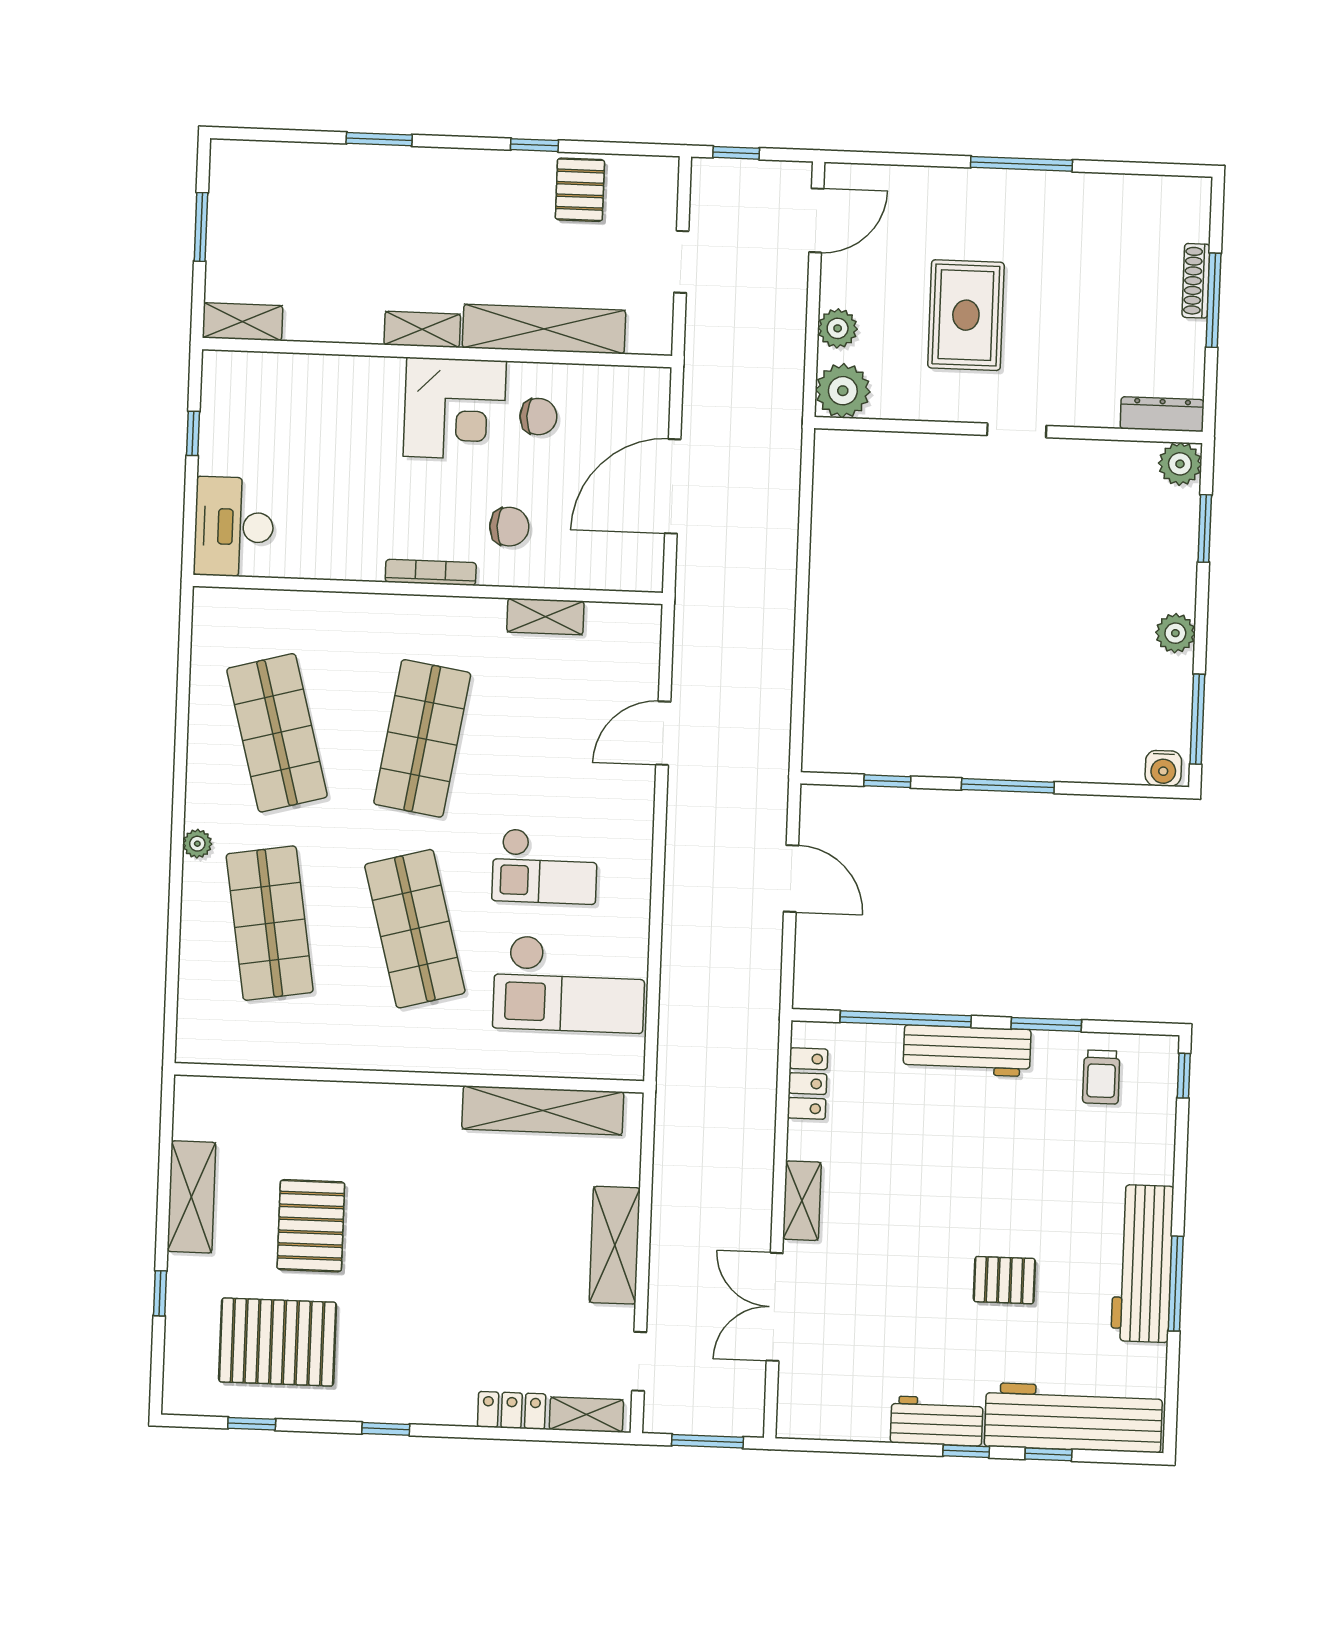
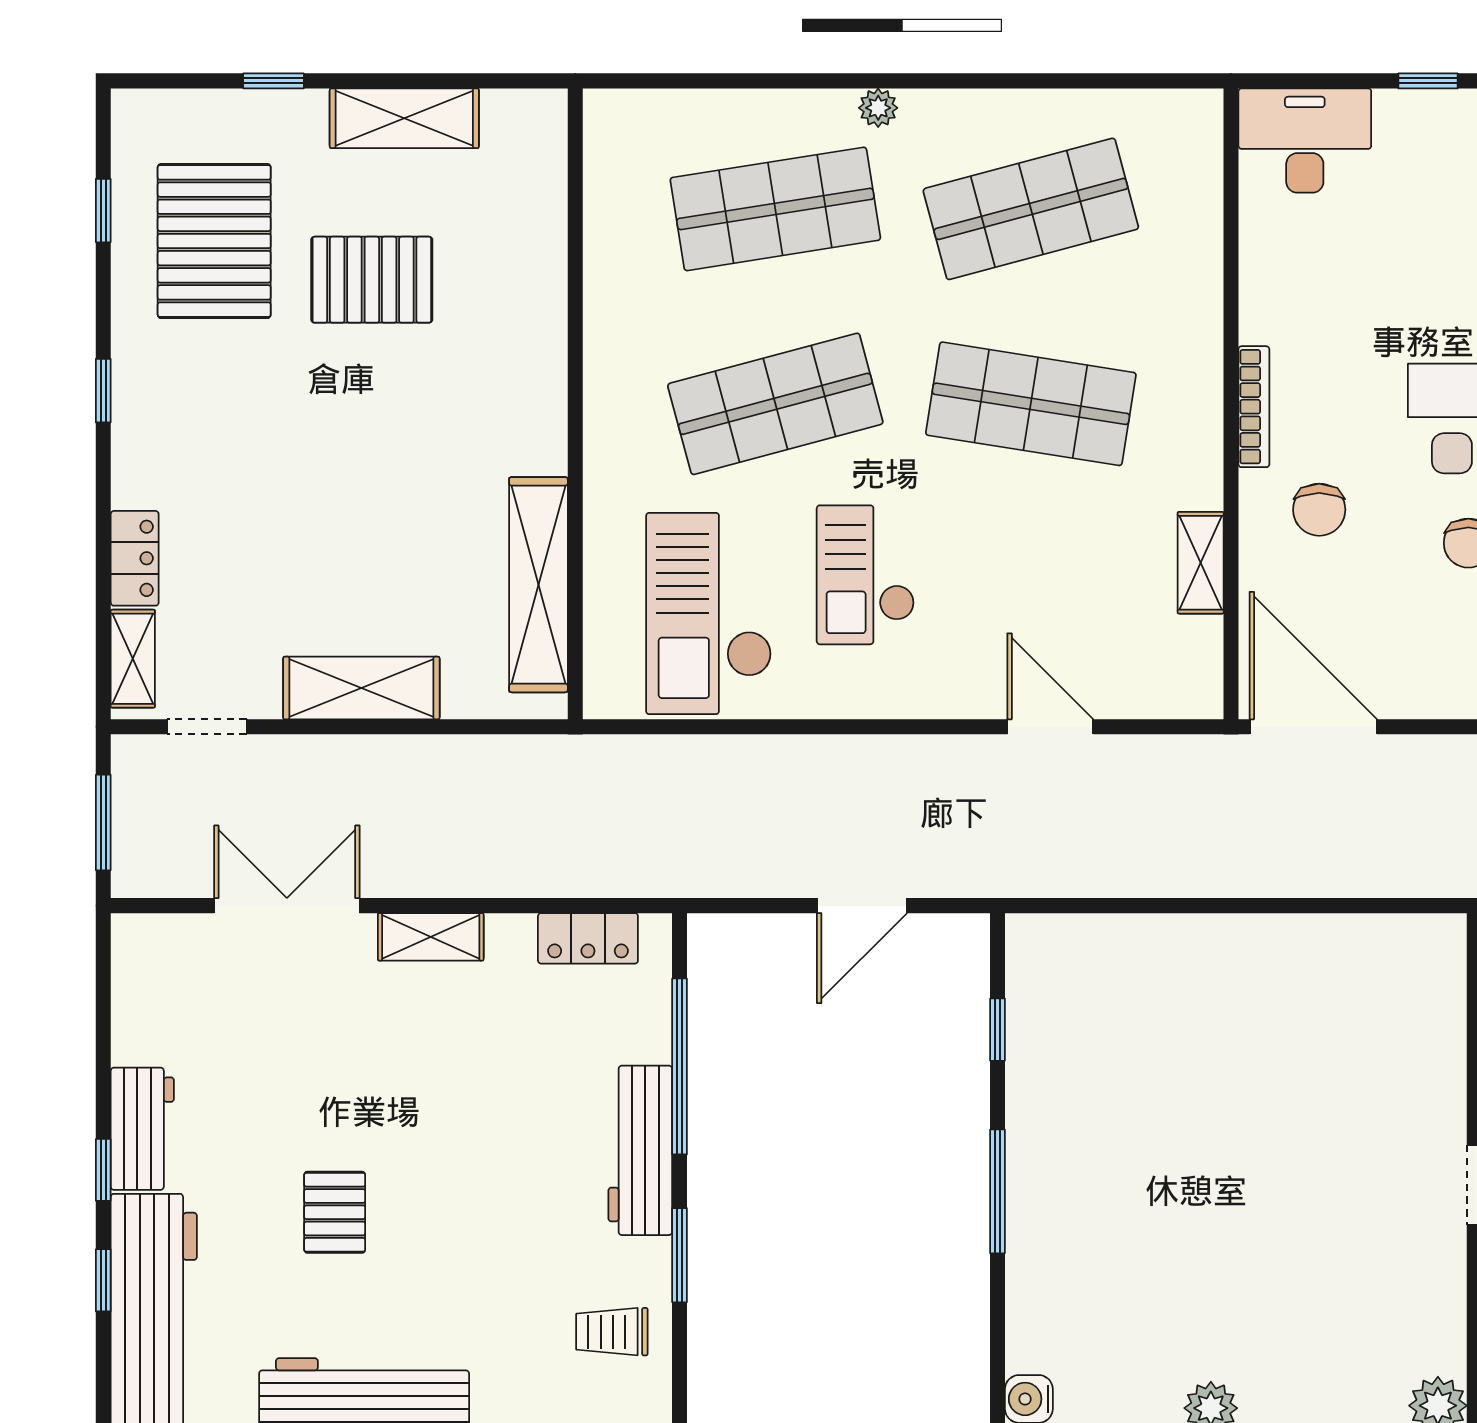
door: (673, 486) -> (1313, 727), moved

